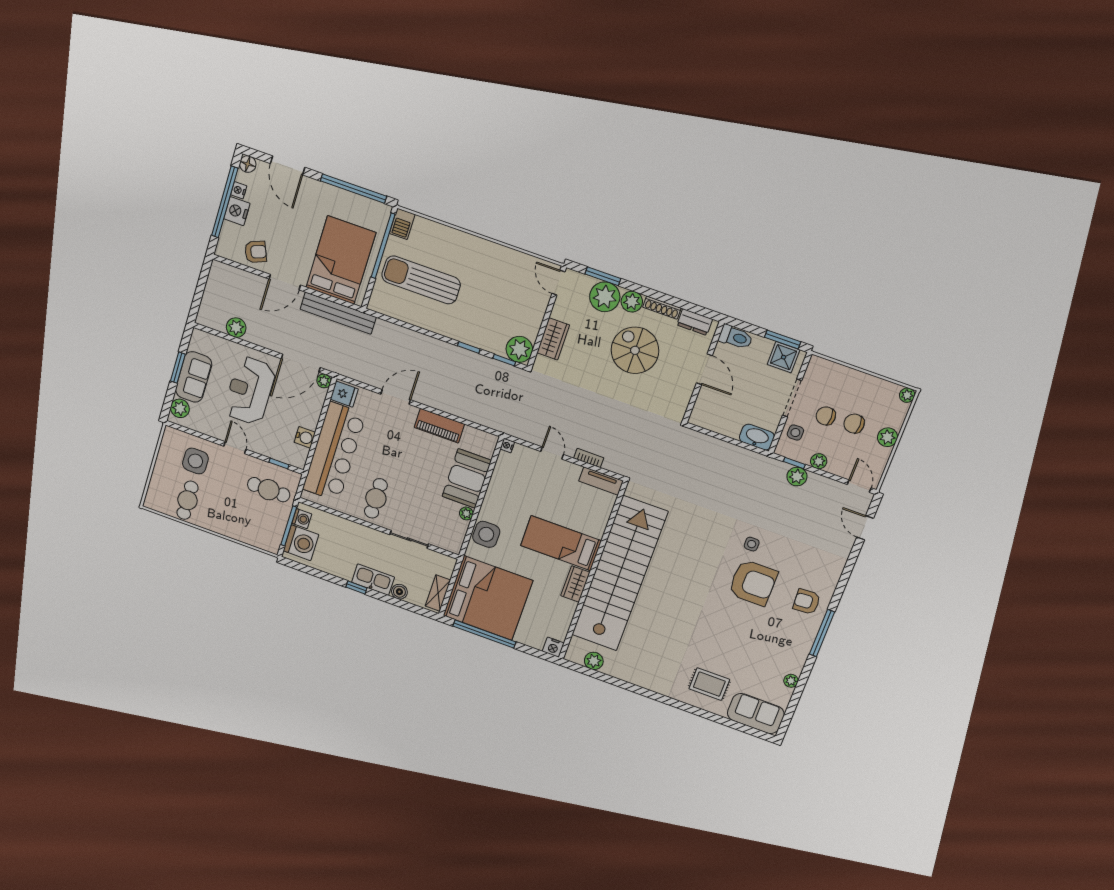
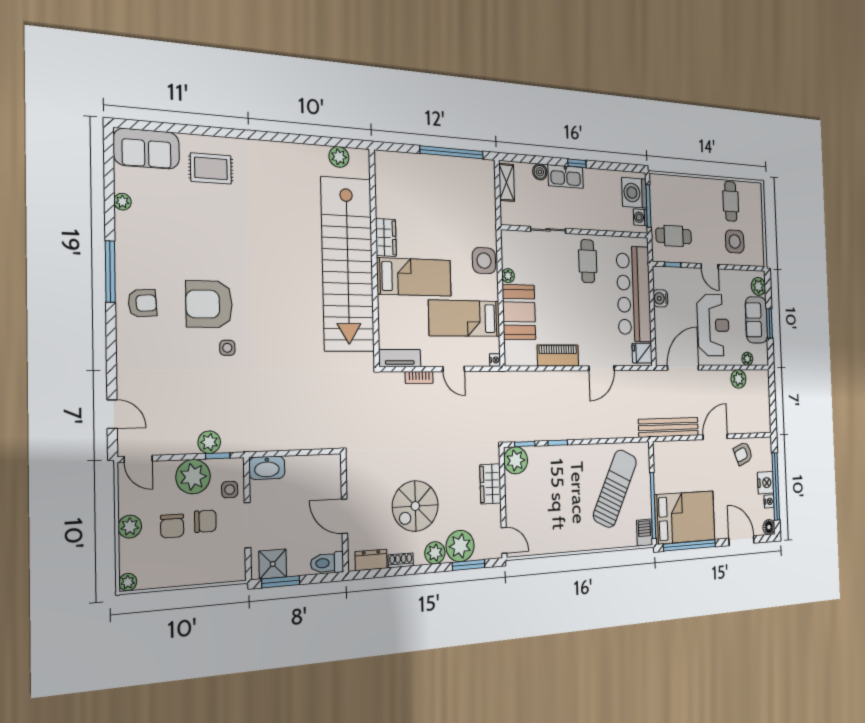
bed: (341, 260) -> (685, 517), moved, turned -90
sun lounger: (421, 280) -> (615, 489), turned -64
shoe rack: (662, 308) -> (401, 560), width x0.70
spiral stairs: (635, 350) -> (415, 506), turned 90
plant: (324, 381) -> (747, 359), moved
chair: (854, 424) -> (172, 526), turned 90
plant: (819, 461) -> (193, 477), width x1.87, depth x1.87
bed: (488, 598) -> (464, 318), moved, width x0.49
nightstand: (553, 647) -> (383, 159), removed

